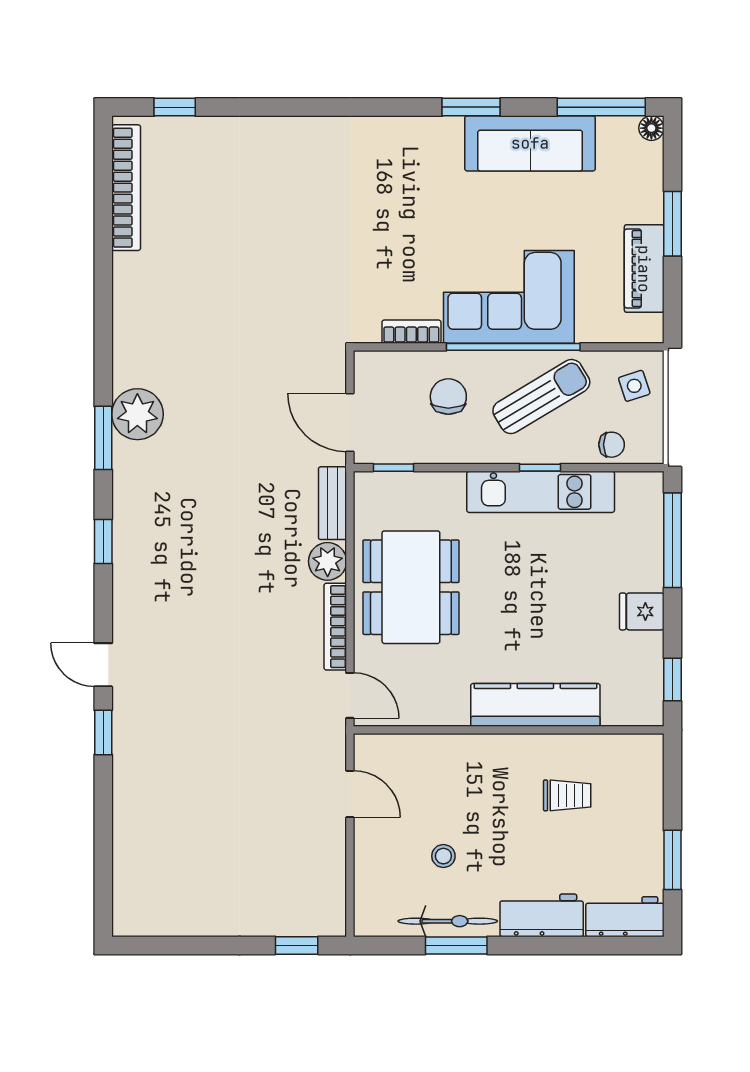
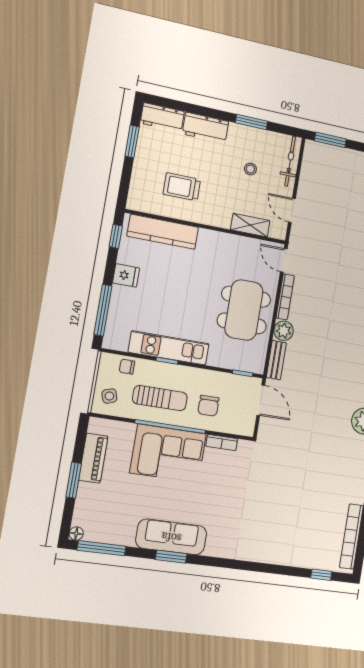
sofa: (530, 143) -> (171, 537), moved
sun lounger: (541, 397) -> (160, 398), turned -149
kitchen counter: (535, 705) -> (163, 232), moved
shelving: (426, 750) -> (250, 225), added
trolley: (567, 795) -> (182, 187), width x1.36, depth x1.39
bicycle: (448, 921) -> (290, 161), moved, turned 90
window: (297, 945) -> (330, 140), width x1.50

